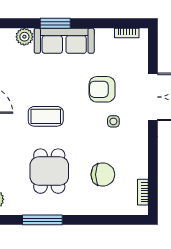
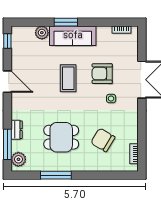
coffee table: (46, 116) -> (68, 78), moved, turned 90
dining table: (49, 171) -> (61, 137), turned 90
chair: (103, 175) -> (103, 140), turned -149

